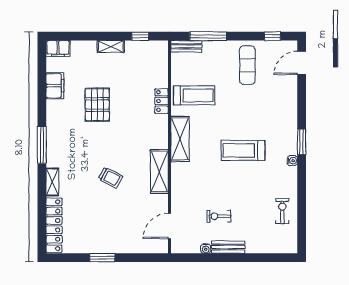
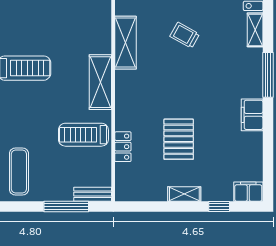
window: (140, 36) -> (219, 206), moved
filing cabinet: (55, 86) -> (252, 115), moved
locker: (161, 101) -> (123, 147), moved
pallet: (97, 105) -> (179, 139), moved

